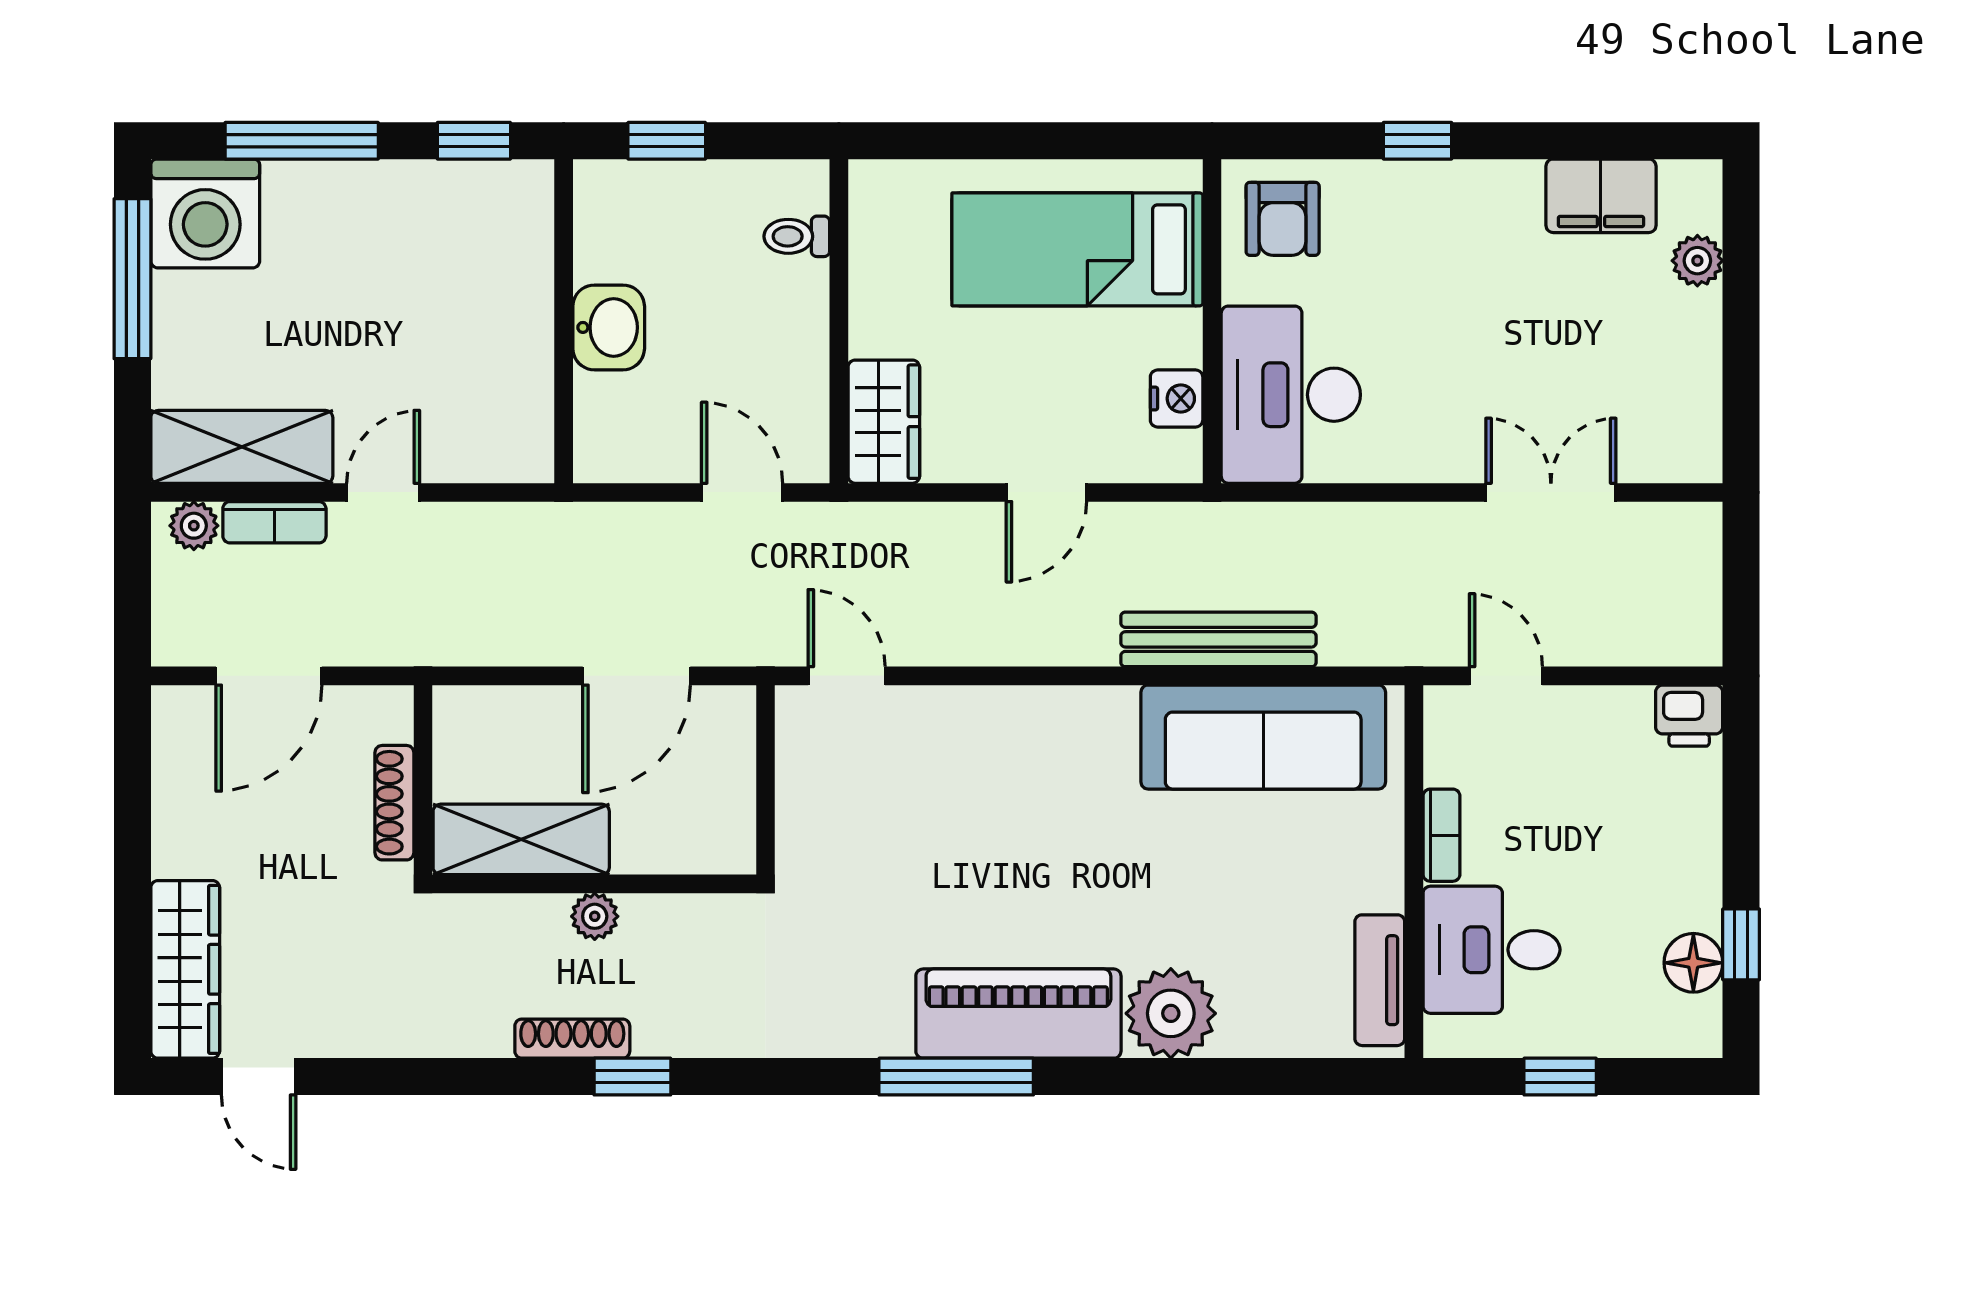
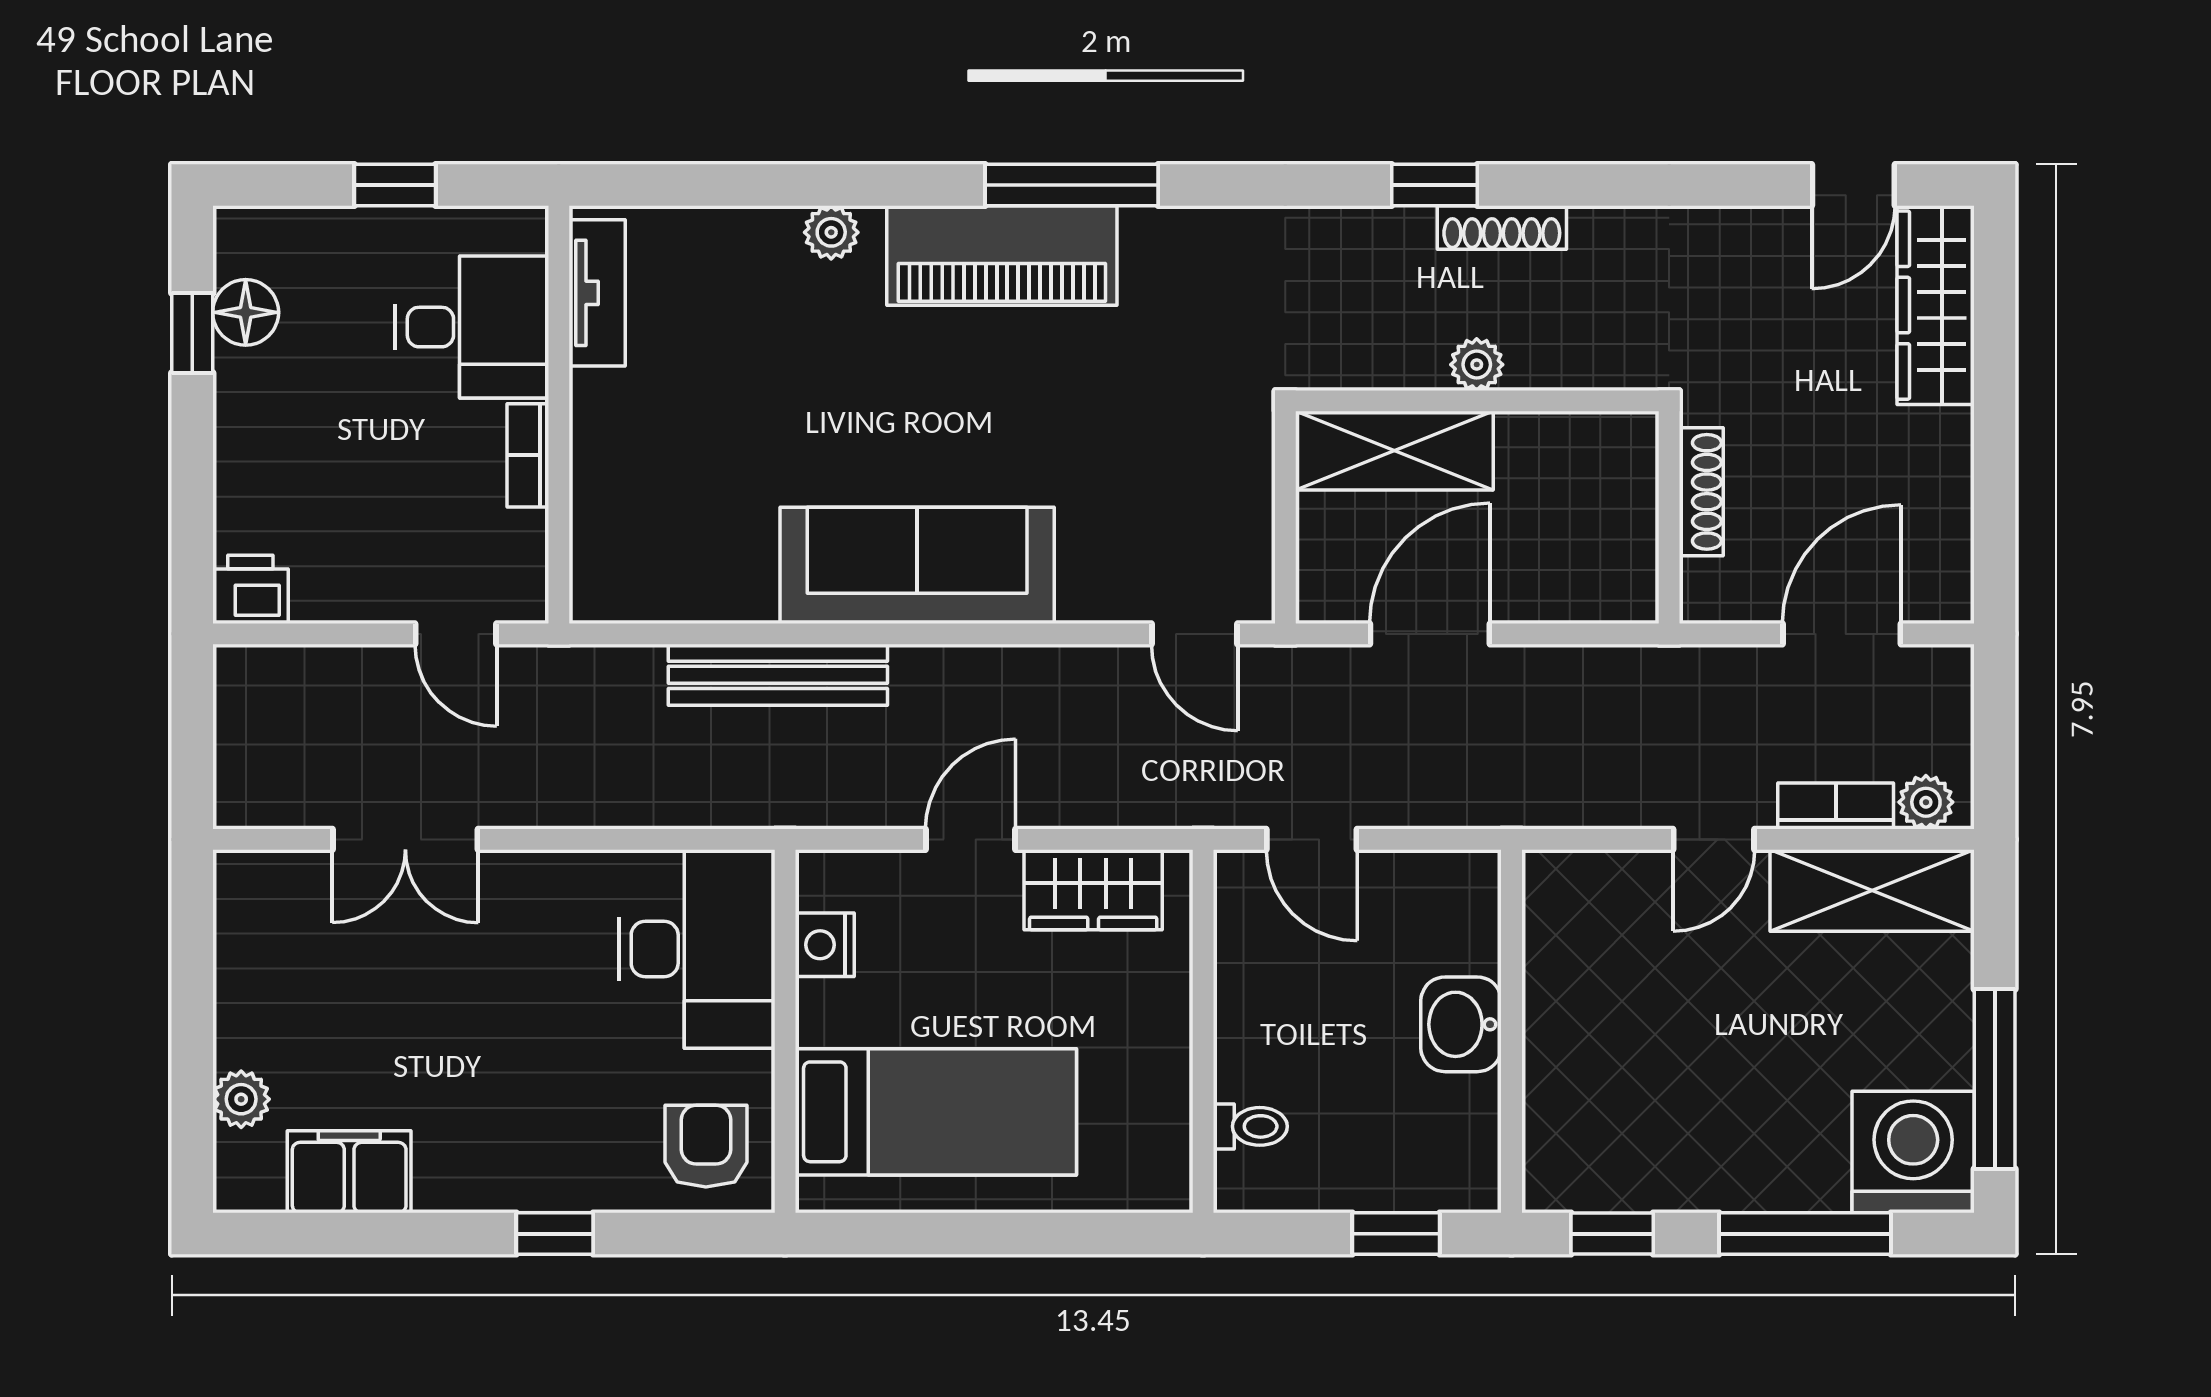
wardrobe: (884, 422) -> (1093, 890), moved, turned -90
sofa: (1263, 737) -> (917, 565), moved
shelving: (521, 839) -> (1394, 451), moved
plant: (1171, 1013) -> (831, 232), width x0.53, depth x0.53
door: (259, 1077) -> (1853, 185), swing flipped

